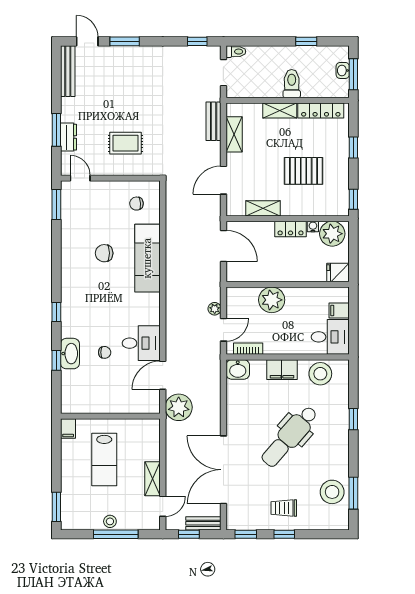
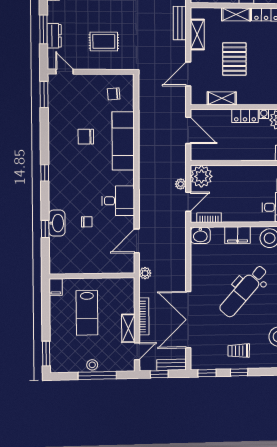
pallet: (303, 171) -> (234, 59), moved, turned 90
plant: (272, 300) -> (201, 176), moved
window: (56, 312) -> (45, 173), moved
desk: (141, 343) -> (118, 201), moved
plant: (179, 407) -> (145, 273), width x0.53, depth x0.53
bookcase: (171, 465) -> (144, 316), added

